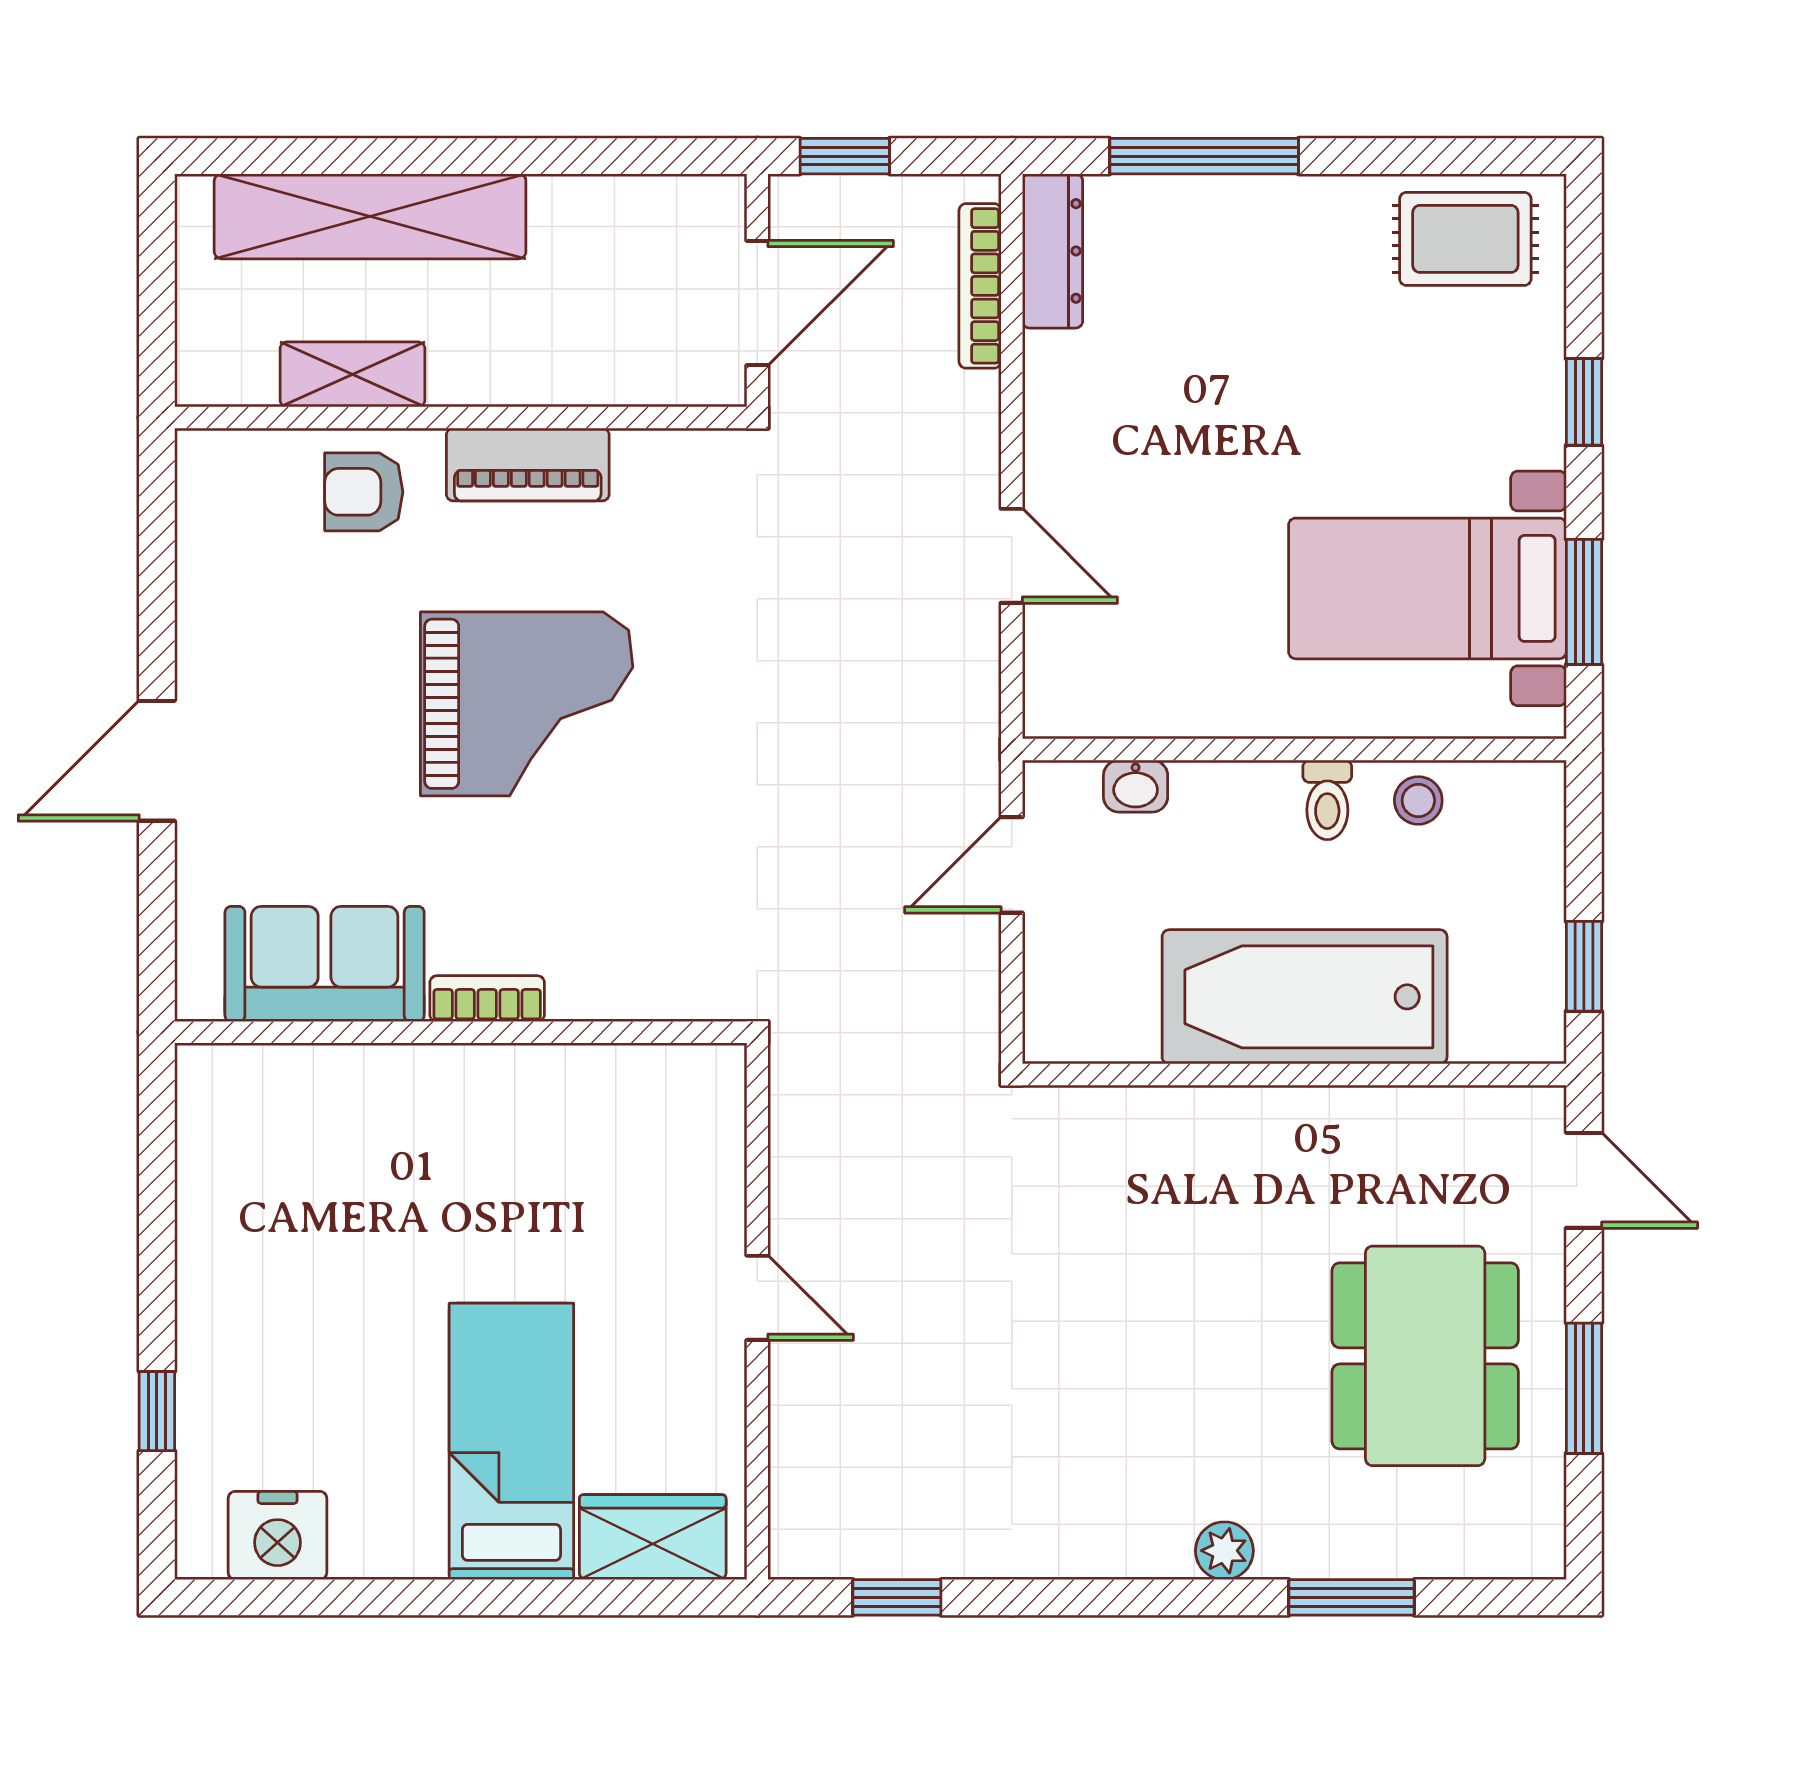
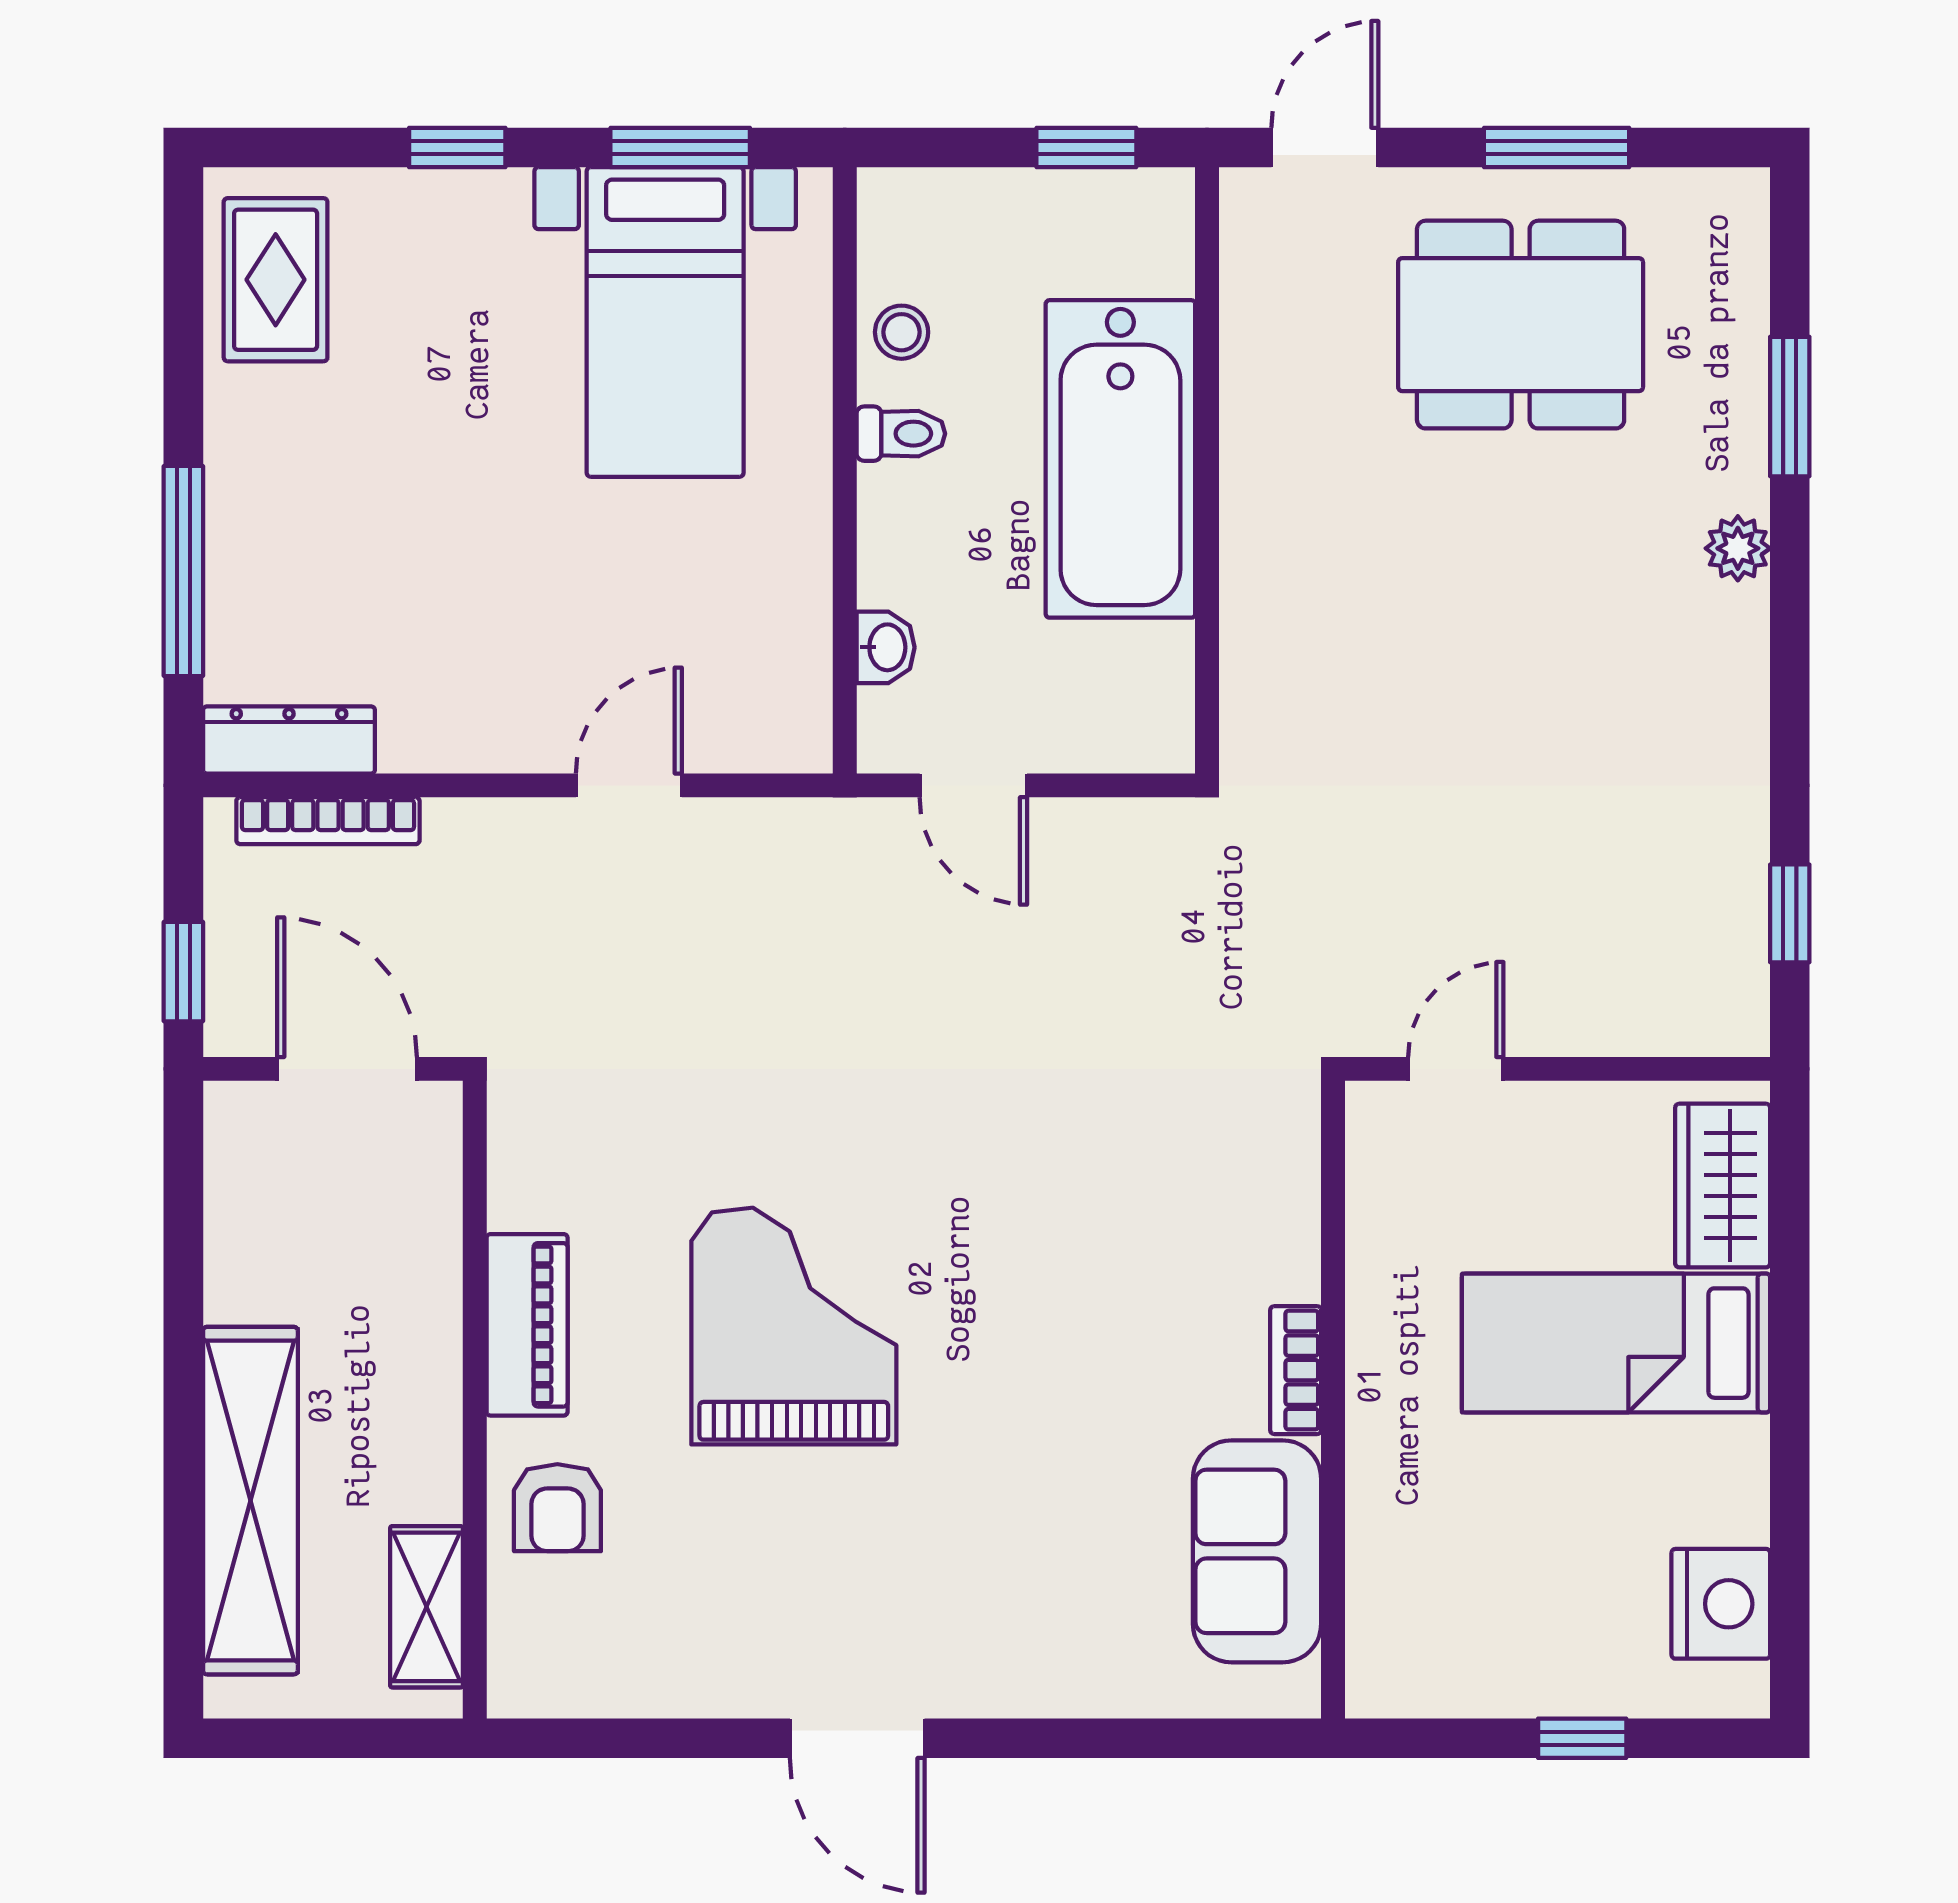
shelving: (352, 374) -> (427, 1607), moved
sofa: (325, 964) -> (1257, 1551), moved
bookcase: (487, 999) -> (1296, 1370), moved
wall: (461, 1032) -> (1333, 1400), moved

